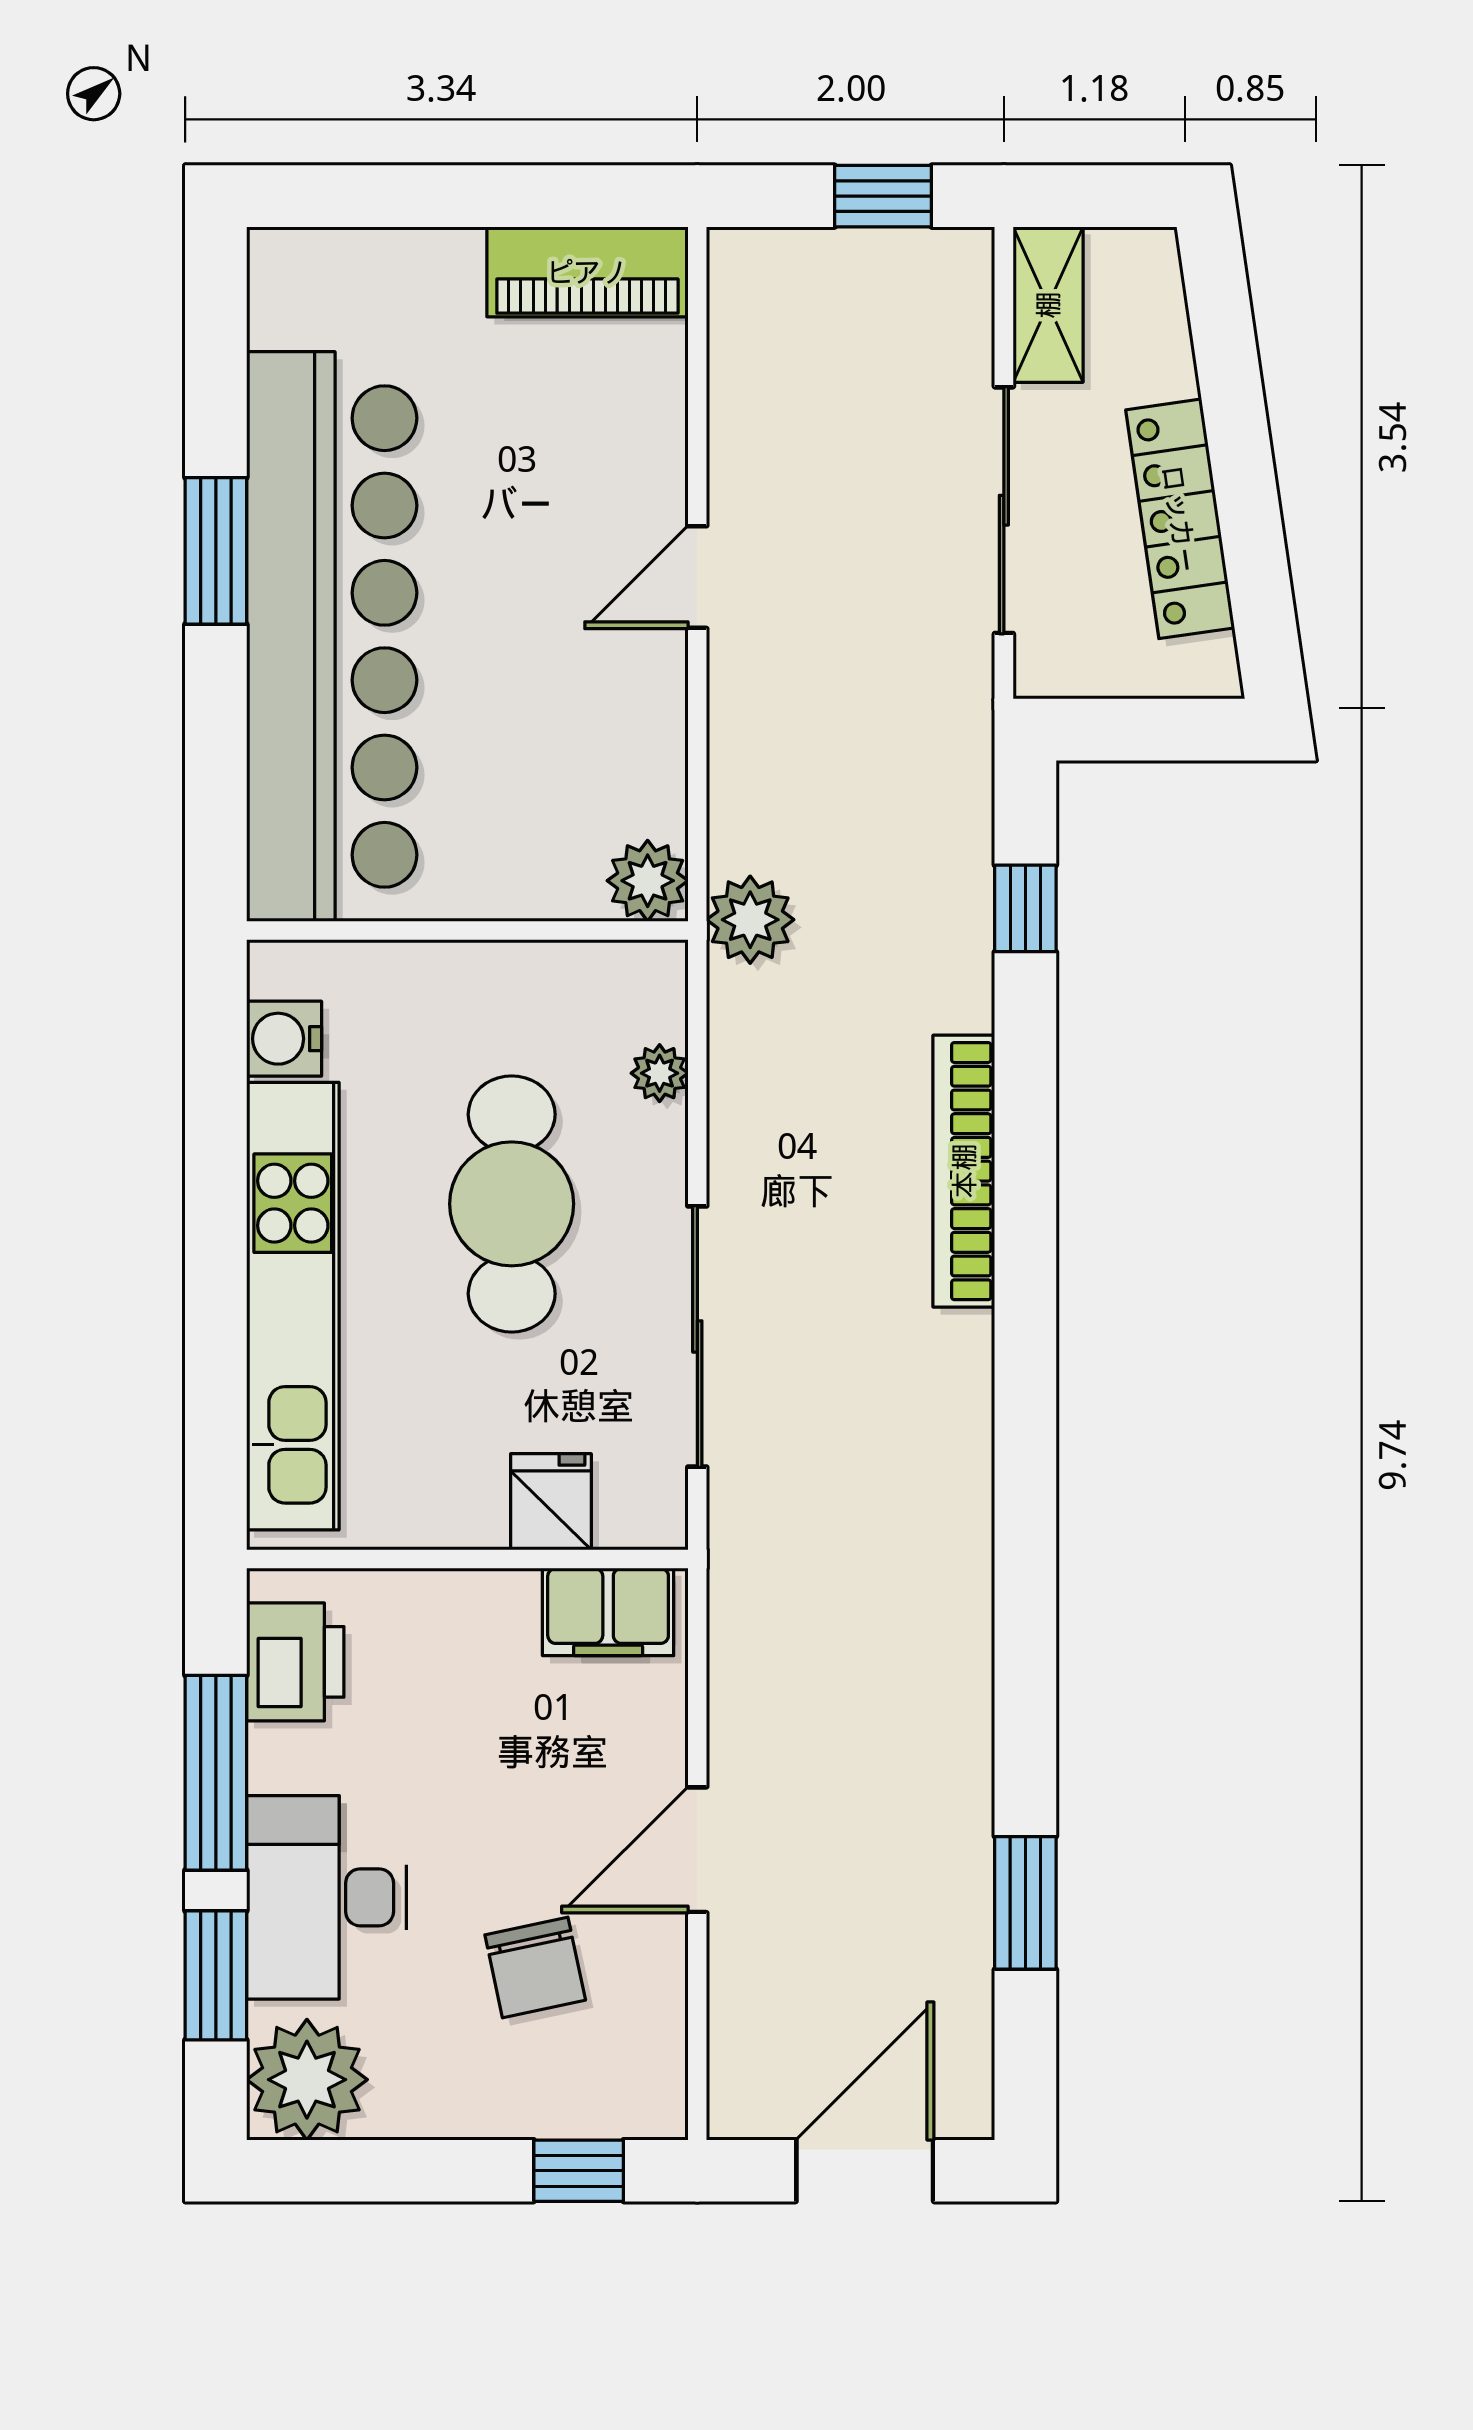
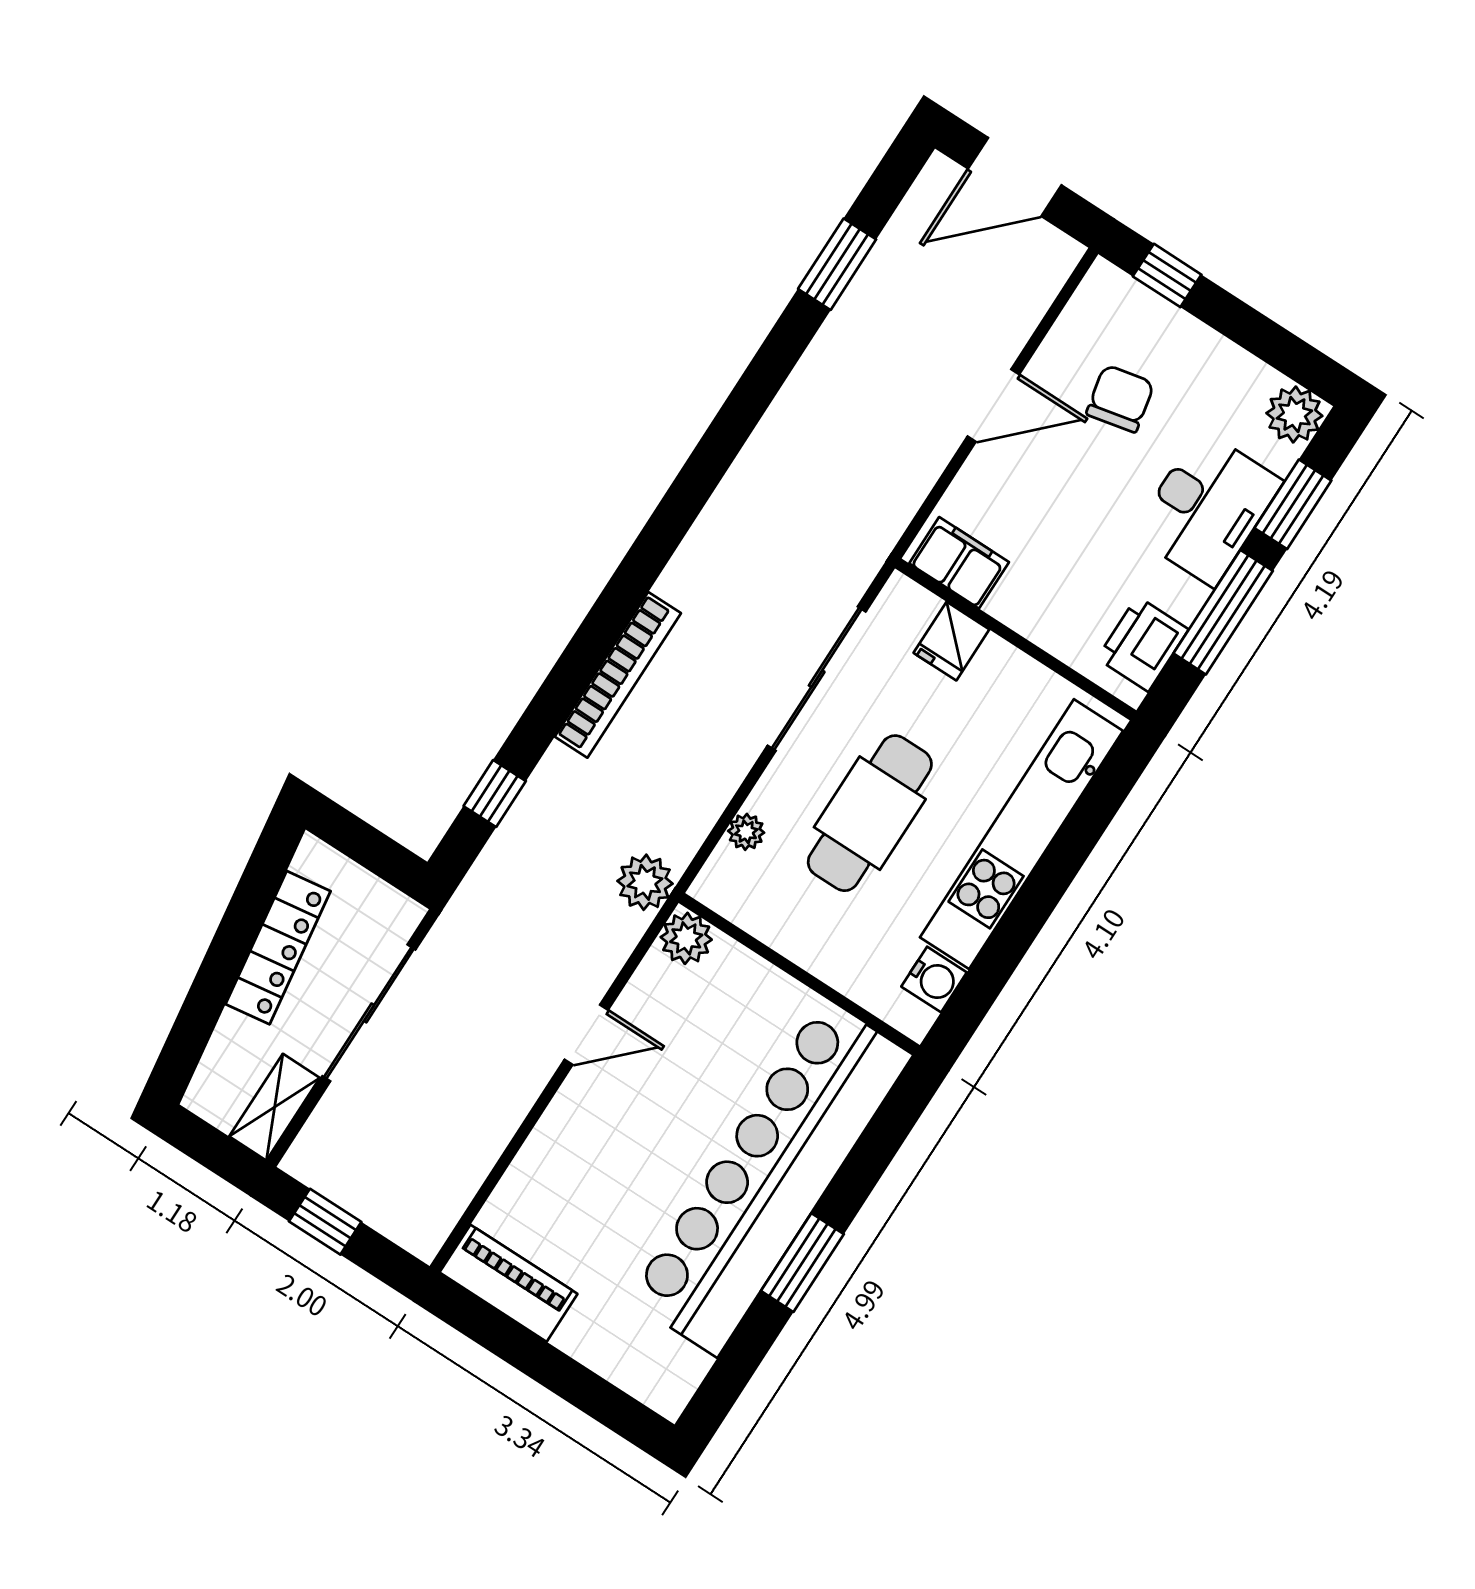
door: (697, 577) -> (586, 1035), moved
plant: (307, 2080) -> (1294, 414), width x0.73, depth x0.73

